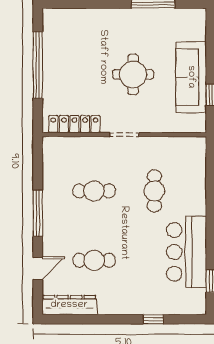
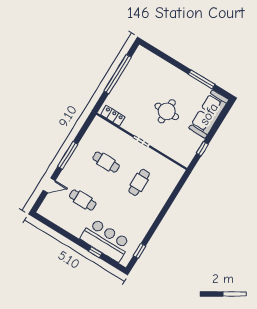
sofa: (191, 77) -> (209, 114), moved
locker: (74, 124) -> (113, 116), width x0.66
bar counter: (186, 252) -> (106, 240), moved, turned 90
dresser: (69, 305) -> (54, 216), removed

